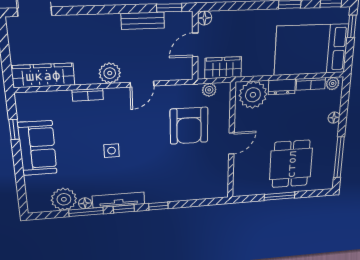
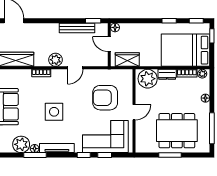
bench: (143, 21) -> (77, 28), width x1.36
door: (195, 45) -> (109, 44), hinge flipped
plant: (209, 90) -> (118, 74), removed
armchair: (189, 126) -> (105, 98), turned 90
side table: (112, 151) -> (54, 112), width x1.87, depth x1.87
dining table: (291, 164) -> (177, 131), width x1.38
corner sofa: (190, 179) -> (105, 137), added
window: (124, 209) -> (105, 155), moved

